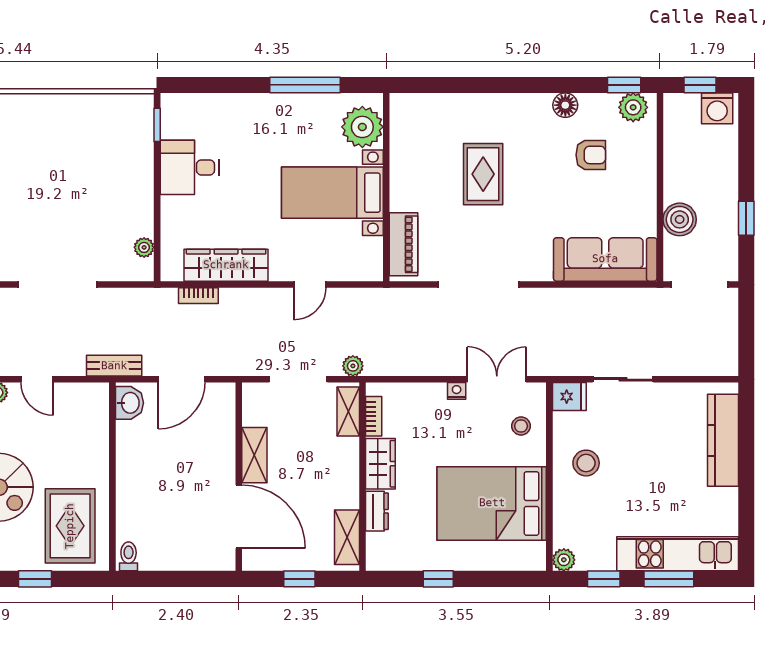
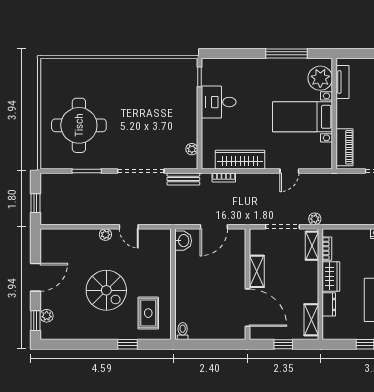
tv unit: (400, 133) -> (343, 82), added
bench: (114, 366) -> (183, 179), moved
rug: (70, 526) -> (148, 313), width x0.73, depth x0.70

